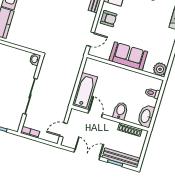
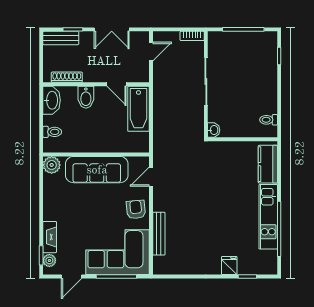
armchair: (109, 19) -> (136, 210), turned 85
sofa: (128, 56) -> (97, 170), width x1.36
bench: (121, 158) -> (61, 38), width x0.73

